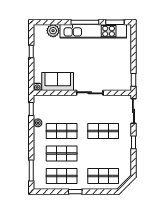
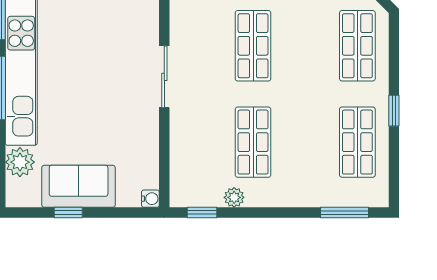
sofa: (58, 82) -> (79, 186), moved, turned 90
shop shelf: (62, 153) -> (305, 142), removed

